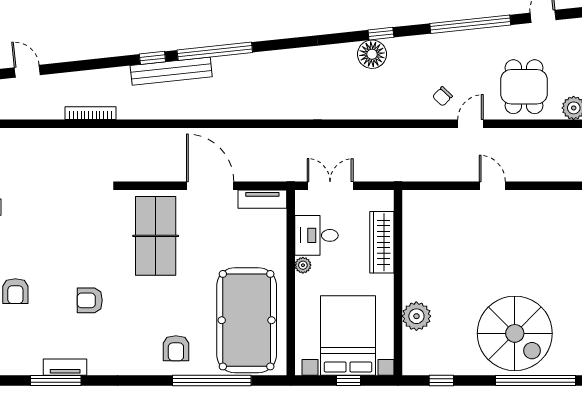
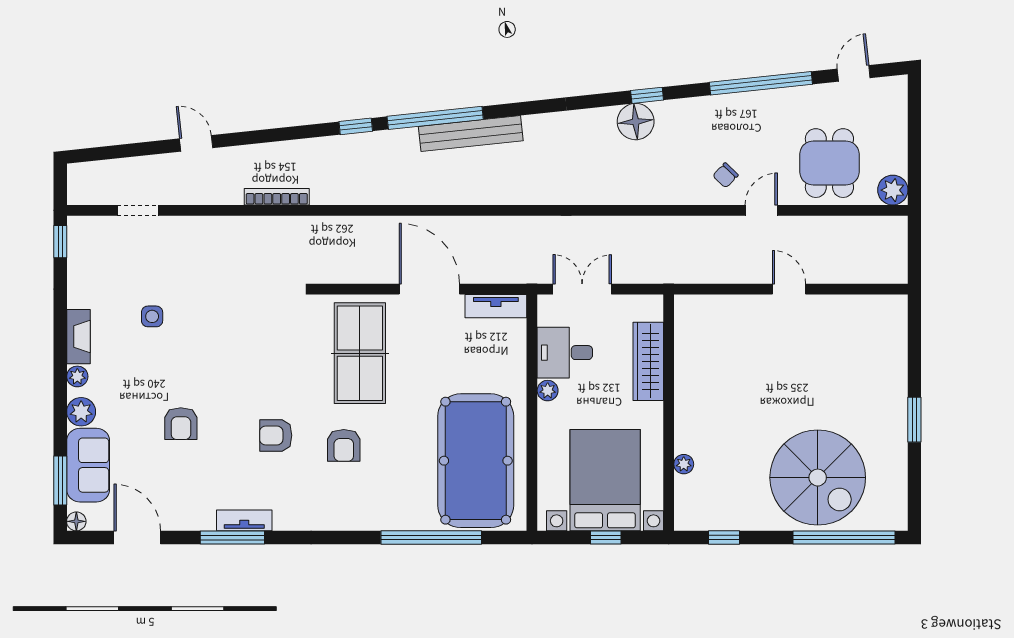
bench: (171, 71) -> (471, 134), moved
plant: (416, 316) -> (684, 464), width x0.53, depth x0.53
armchair: (176, 348) -> (344, 445), moved

